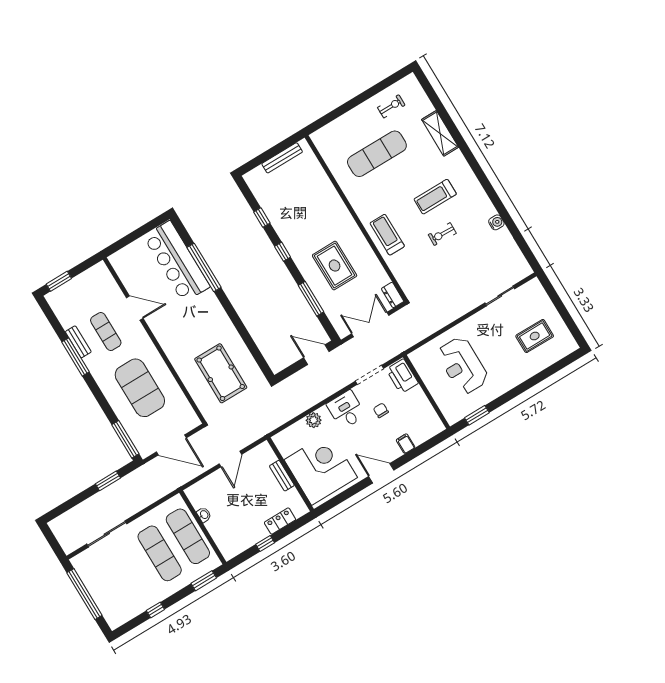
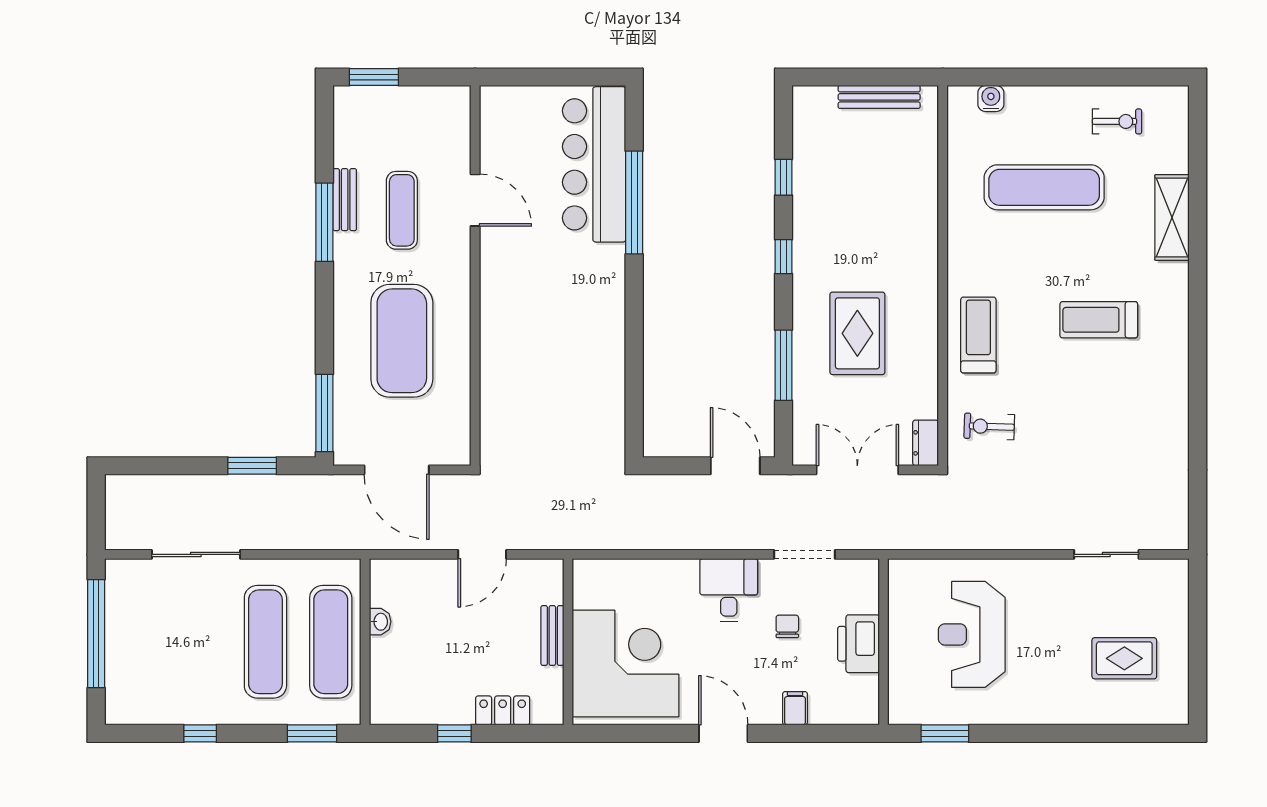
water cooler: (496, 222) -> (991, 98), moved, turned -90
exercise bike: (442, 234) -> (989, 426), moved
pool table: (221, 373) -> (554, 399), removed
printer: (402, 376) -> (858, 644), moved
plant: (314, 420) -> (663, 574), removed

